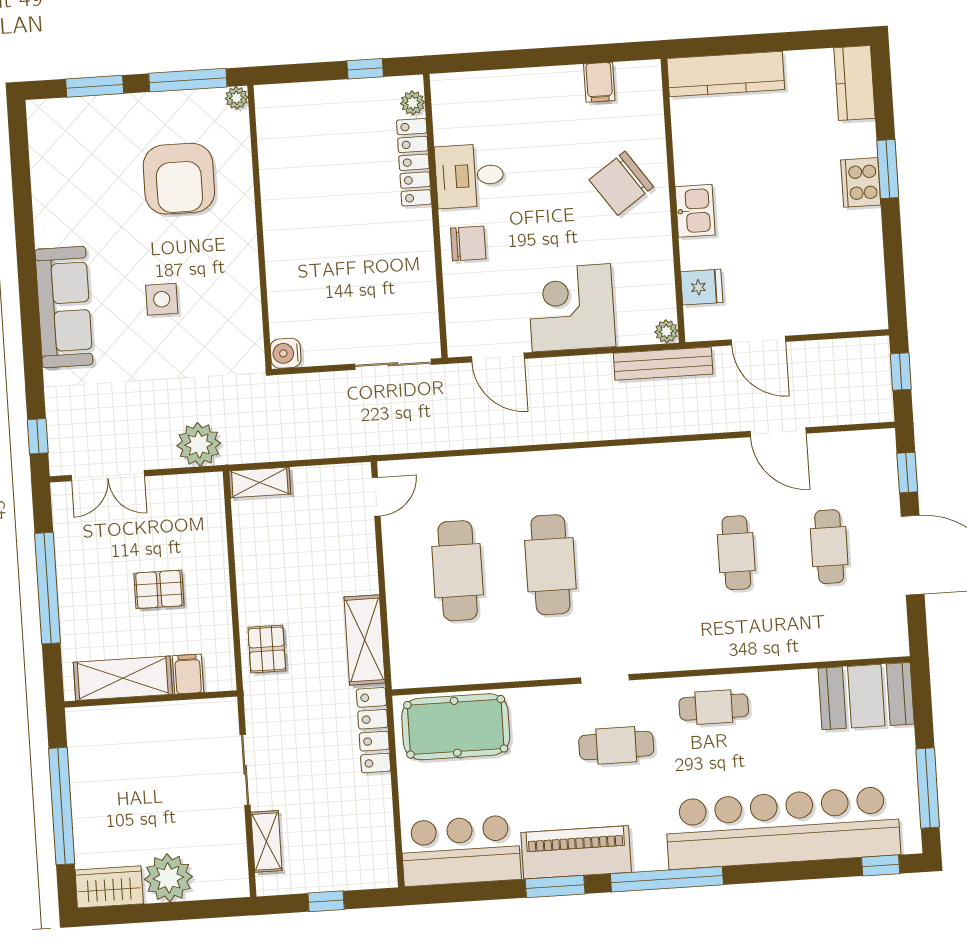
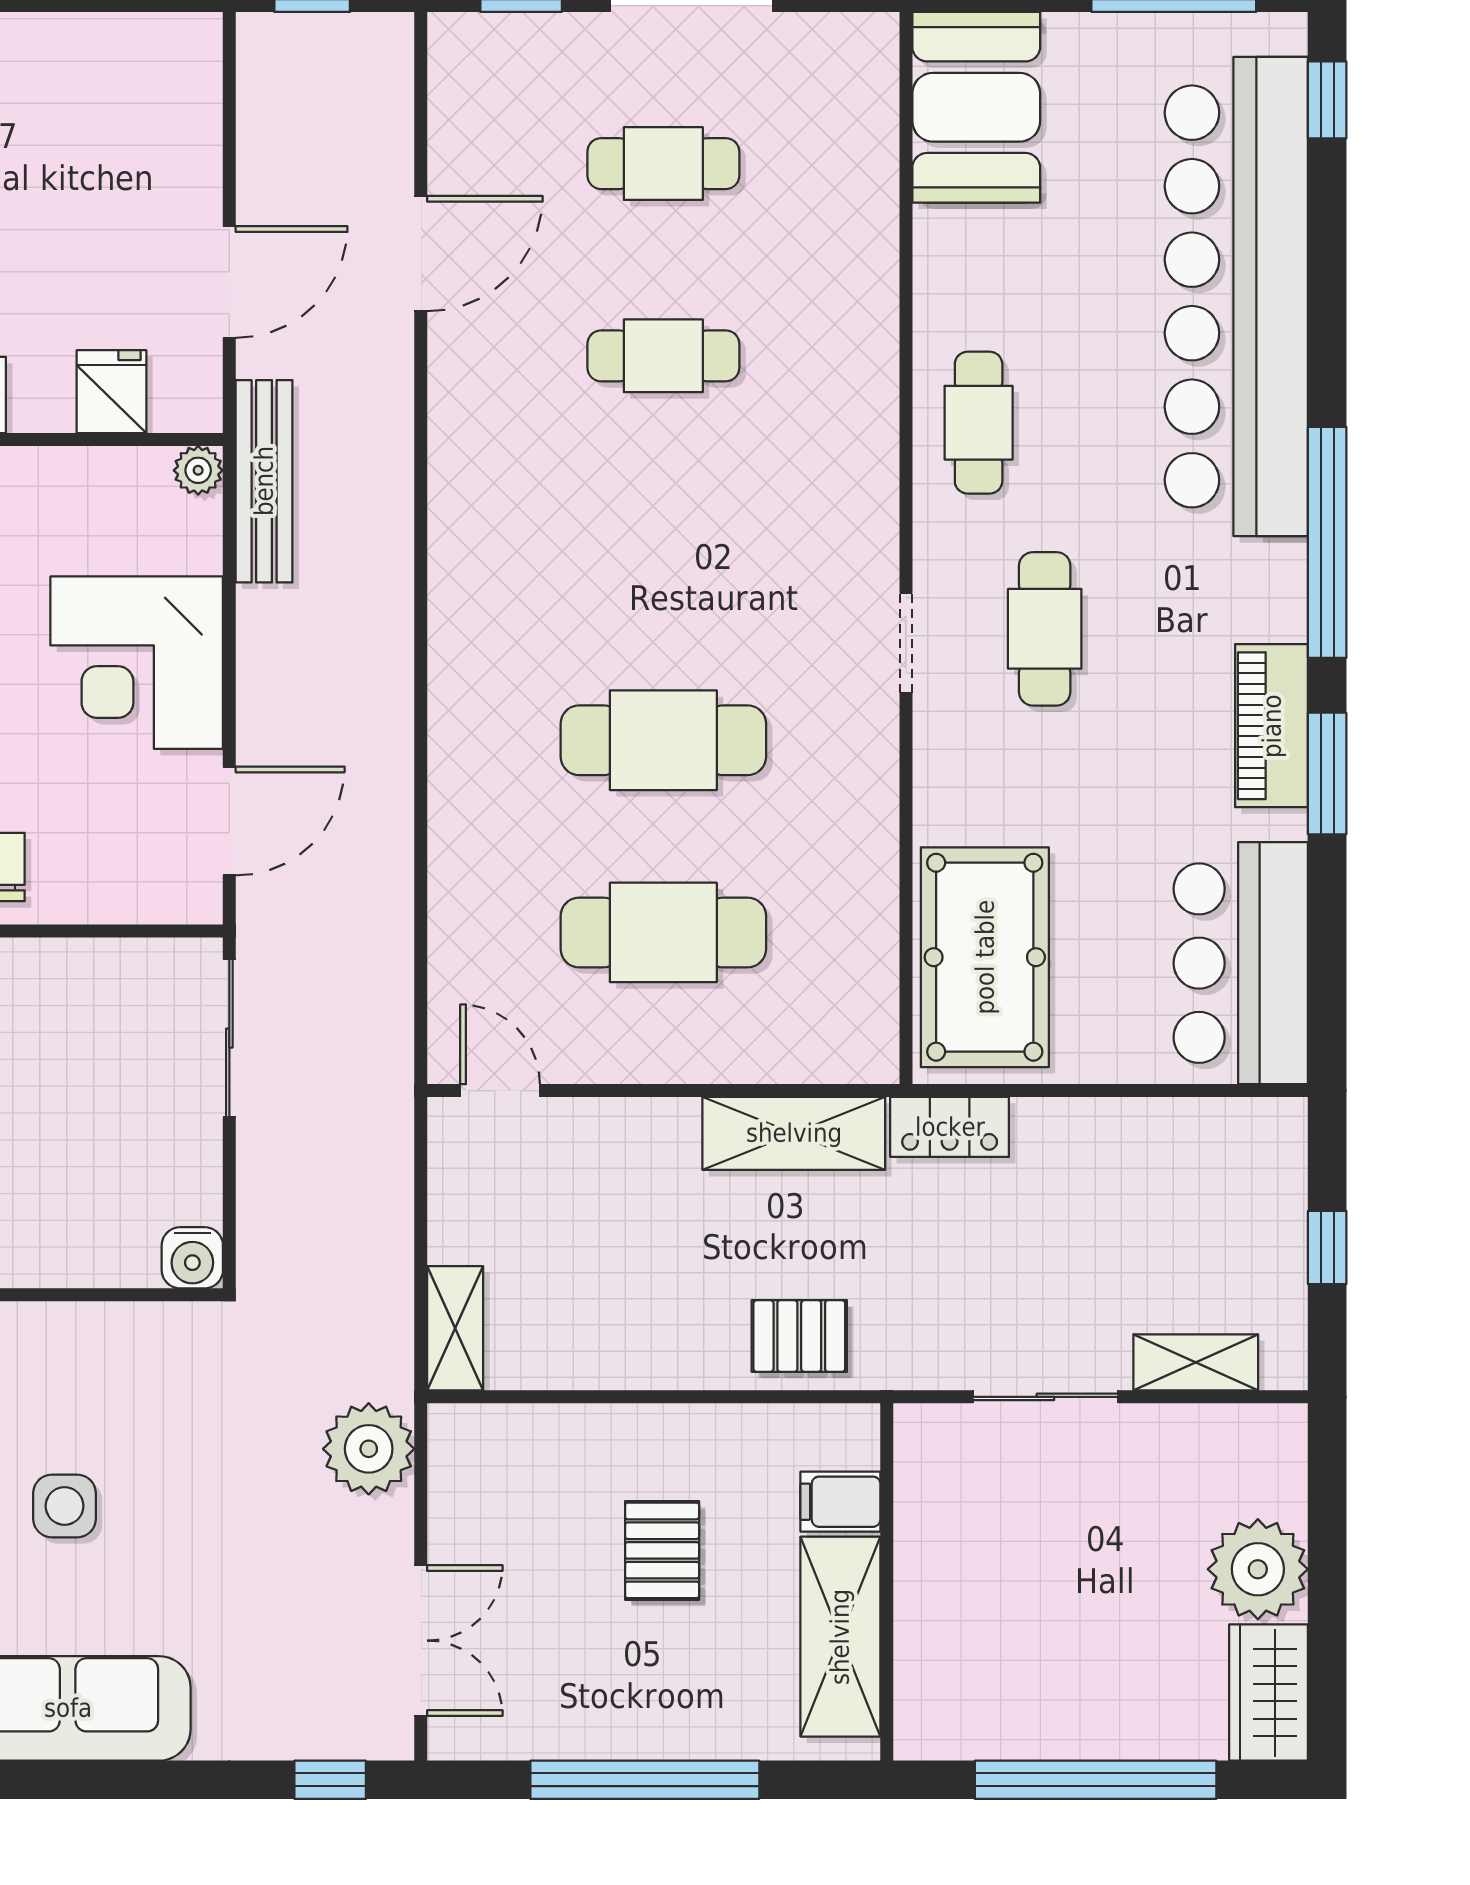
locker: (374, 730) -> (950, 1127), width x0.66
piano: (576, 852) -> (1272, 726), width x0.73, depth x0.75

